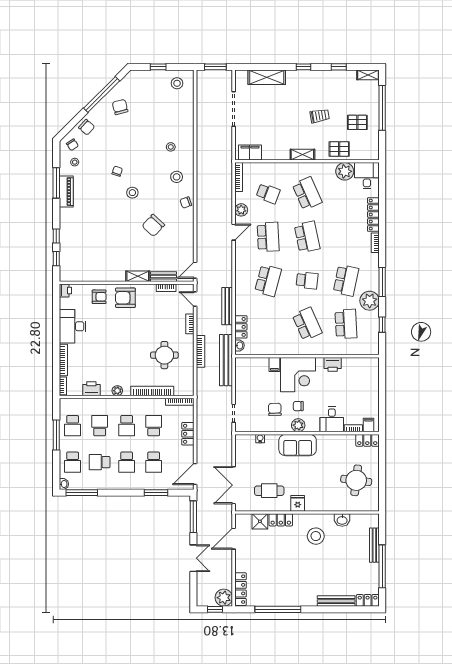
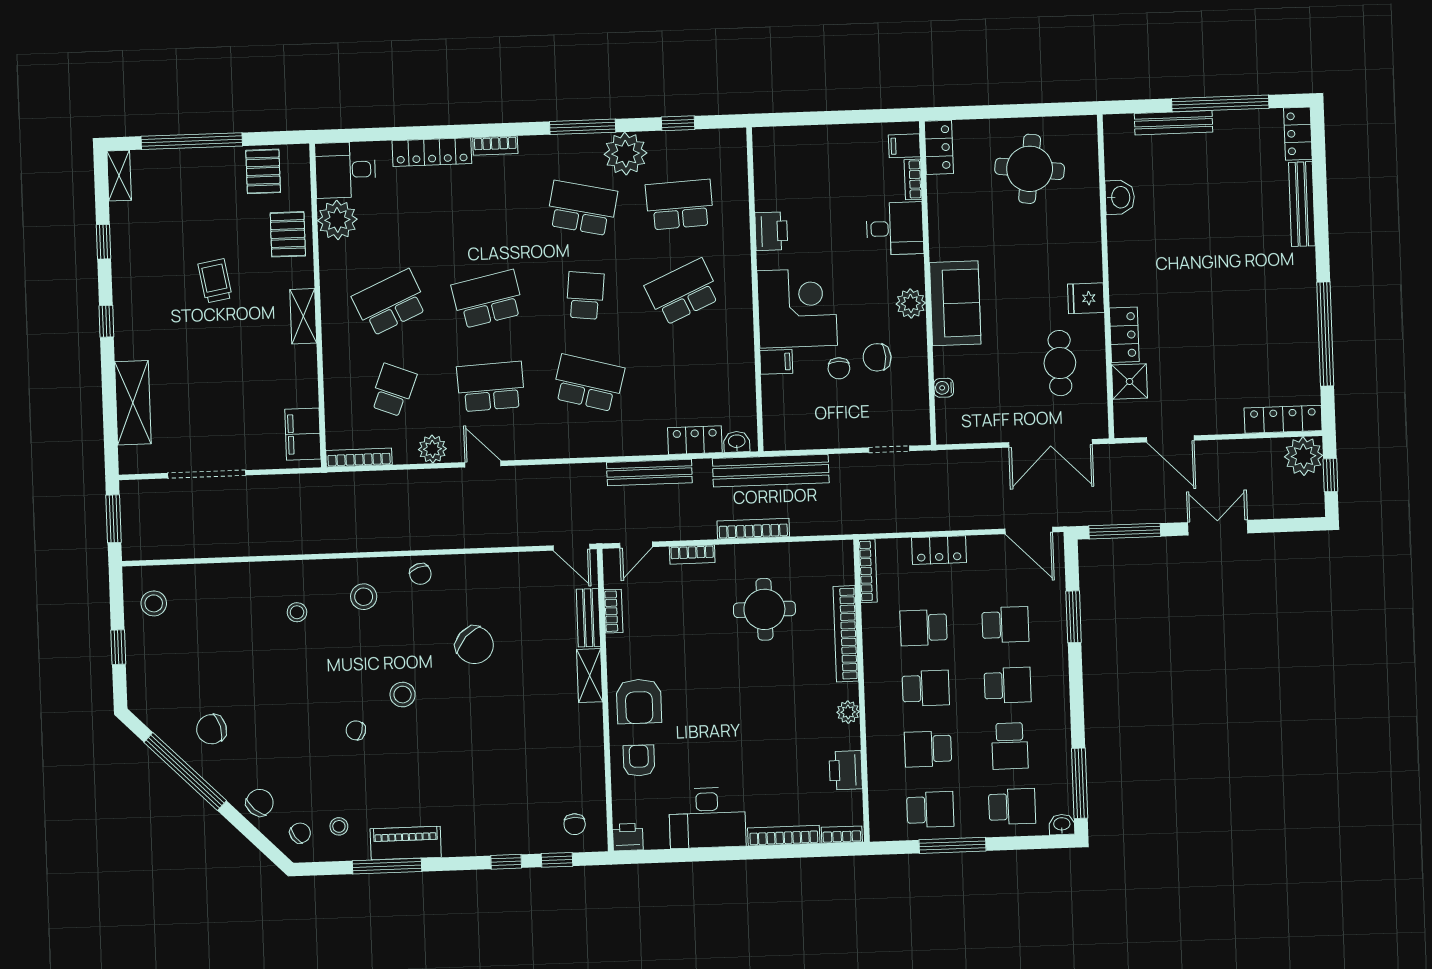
pallet: (357, 122) -> (263, 171), moved
chair: (72, 267) -> (575, 824), added
chair: (298, 406) -> (839, 368), moved
stool: (316, 536) -> (1158, 255), removed

